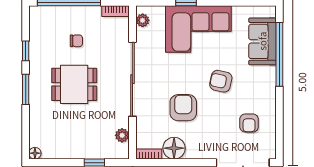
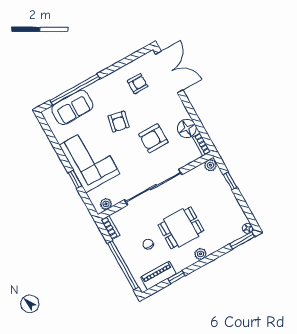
piano: (38, 33) -> (158, 276), added
dining table: (74, 84) -> (181, 228), turned 90
window: (26, 89) -> (242, 240), moved
plant: (36, 90) -> (200, 254), added
plant: (122, 135) -> (210, 165), moved

